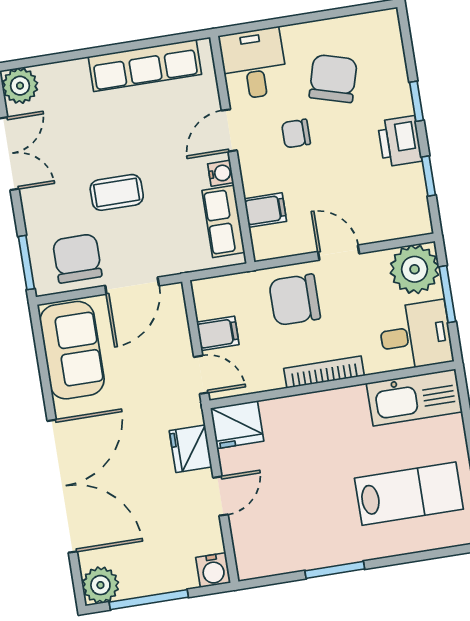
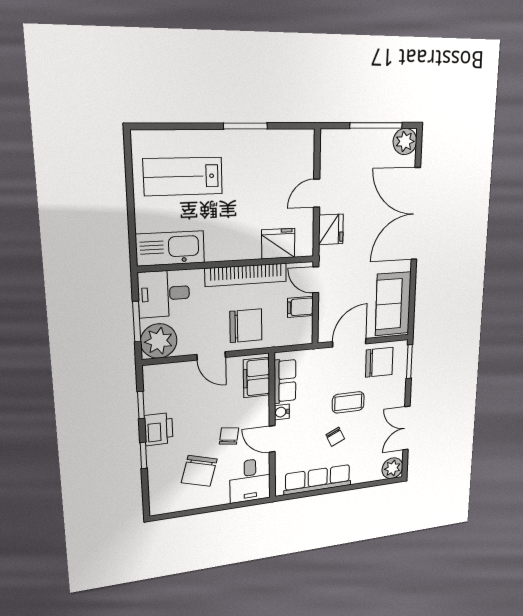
door: (229, 130) -> (272, 439), swing flipped
chair: (296, 133) -> (229, 436), turned -81
chair: (128, 136) -> (335, 437), added
filing cabinet: (265, 210) -> (257, 378), width x2.00
chair: (77, 258) -> (379, 362), turned -90
bookcase: (324, 372) -> (246, 275), width x1.48, depth x1.31
fridge: (237, 425) -> (278, 244), moved
water cooler: (213, 570) -> (330, 140), removed

